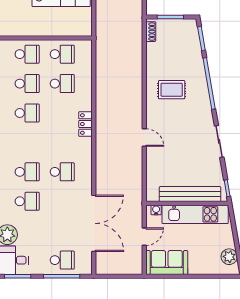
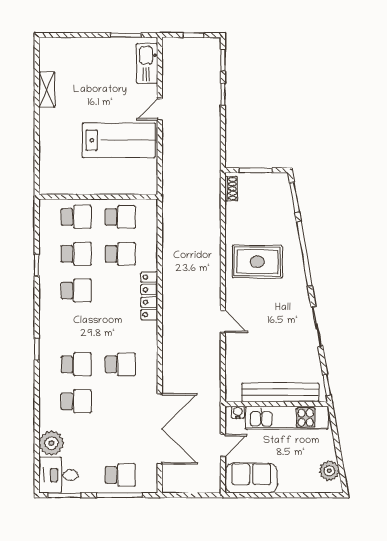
rug: (172, 90) -> (257, 262), width x1.36, depth x1.43
locker: (85, 124) -> (149, 296), width x1.53

